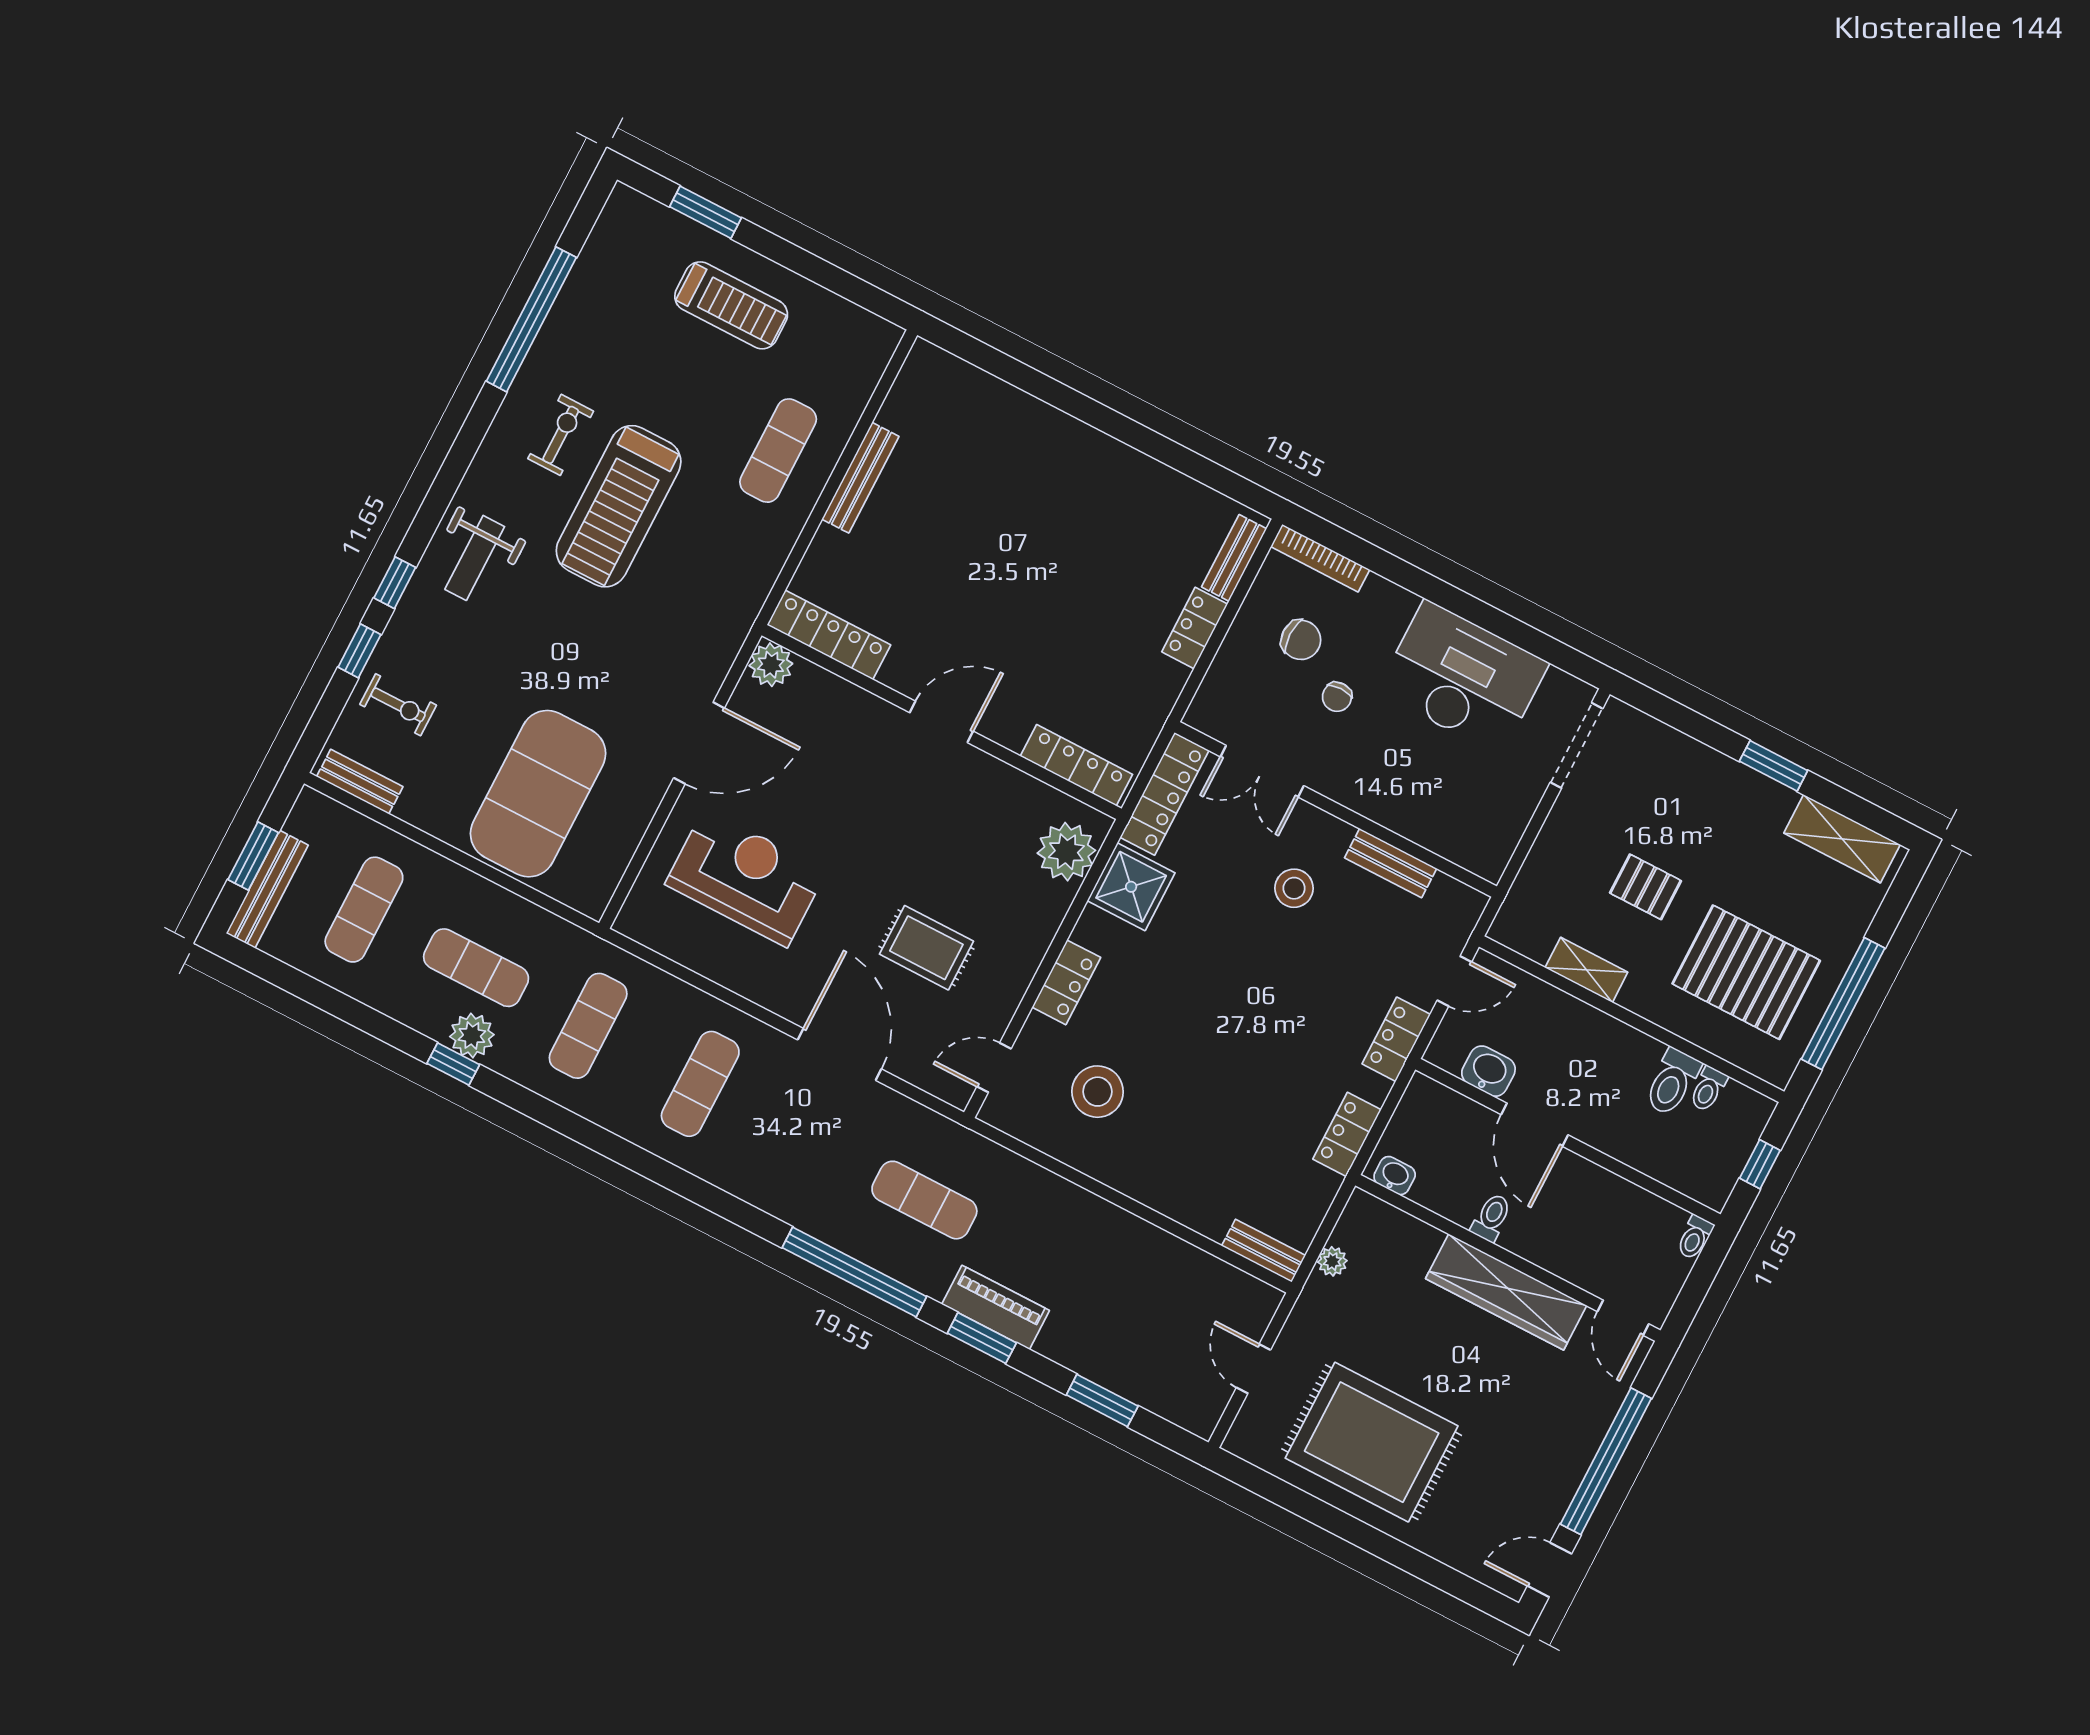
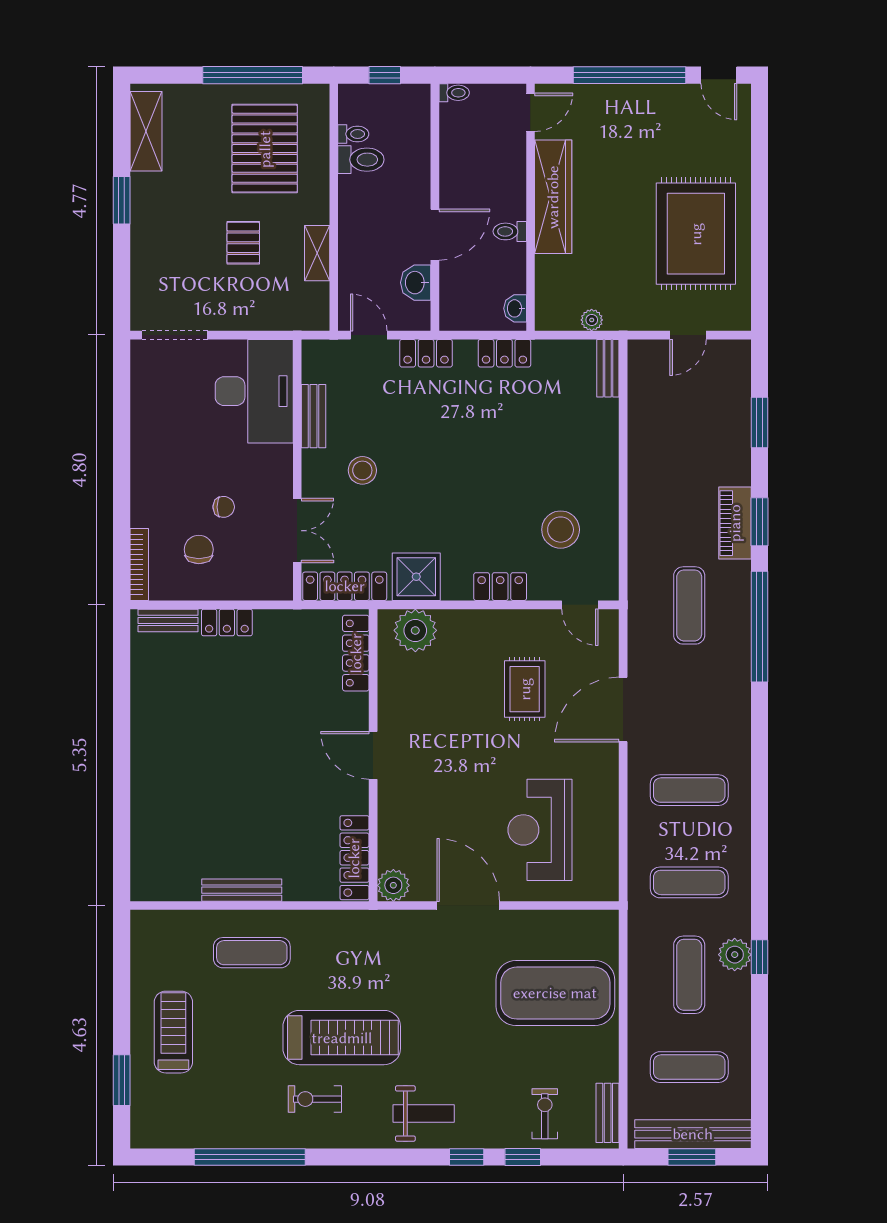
desk: (1463, 678) -> (254, 391), moved, turned 180
bench: (267, 889) -> (693, 1134), width x1.37, depth x1.21

